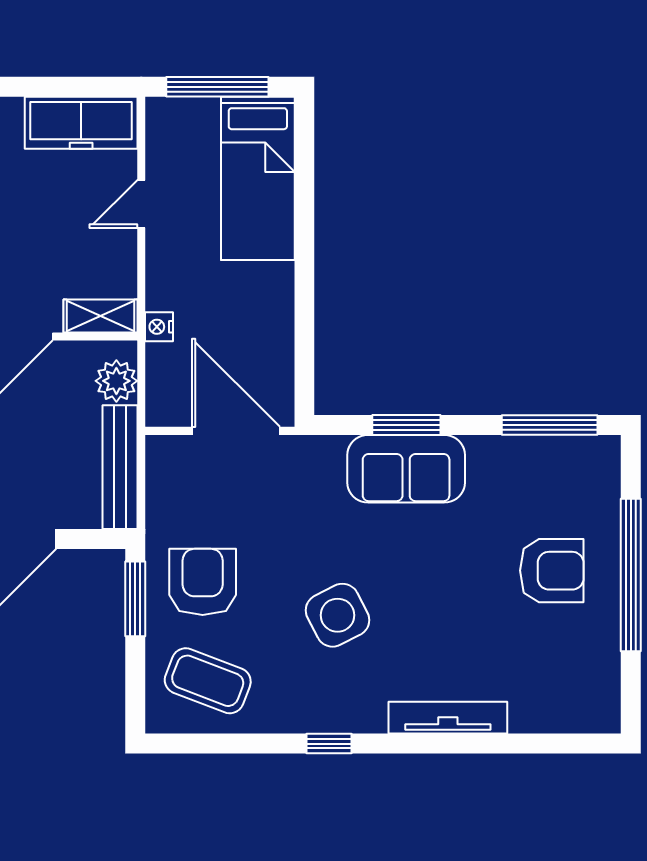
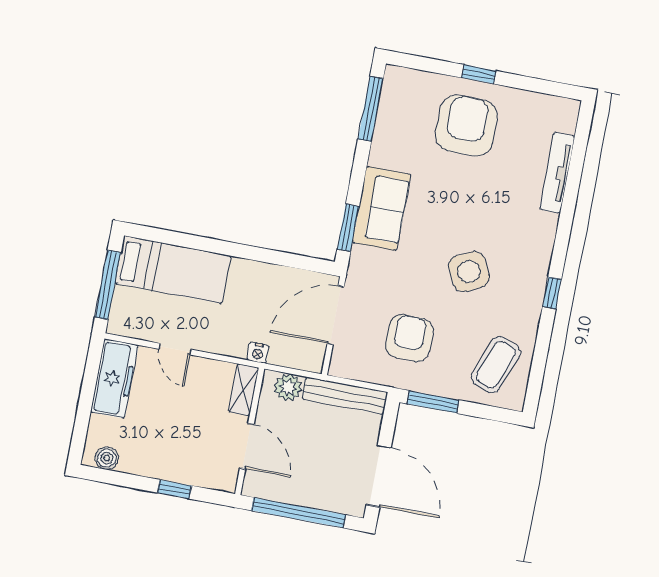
window: (406, 425) -> (348, 228), moved
armchair: (552, 571) -> (466, 126), width x1.36, depth x1.36
window: (631, 575) -> (479, 74), width x0.32
armchair: (203, 582) -> (409, 338), moved, turned 90
tv unit: (448, 718) -> (557, 173), moved

